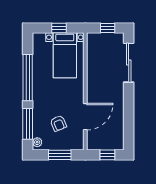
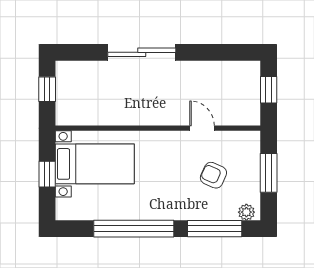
sliding door: (129, 63) -> (142, 52), moved
door: (85, 117) -> (202, 128), width x0.53
armchair: (58, 123) -> (213, 175), turned -133

